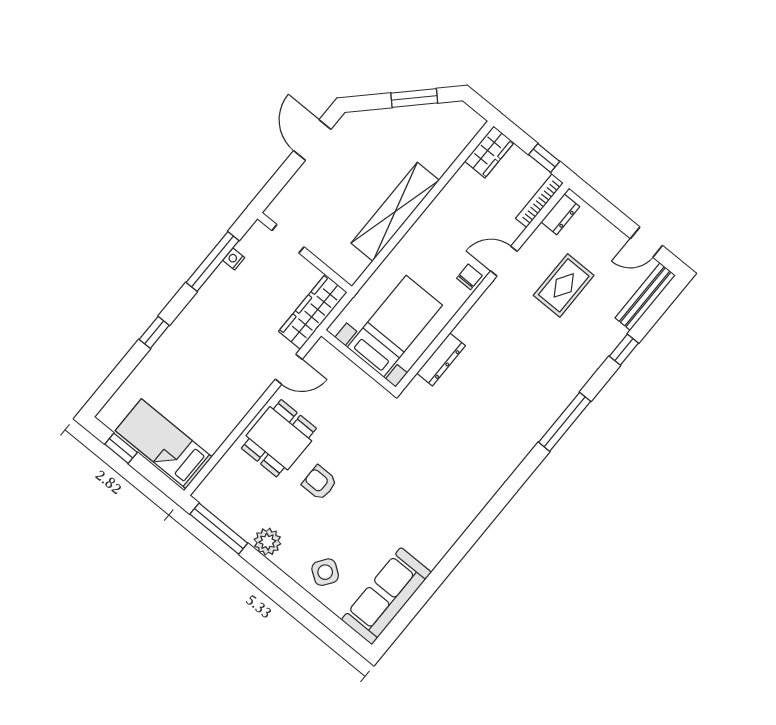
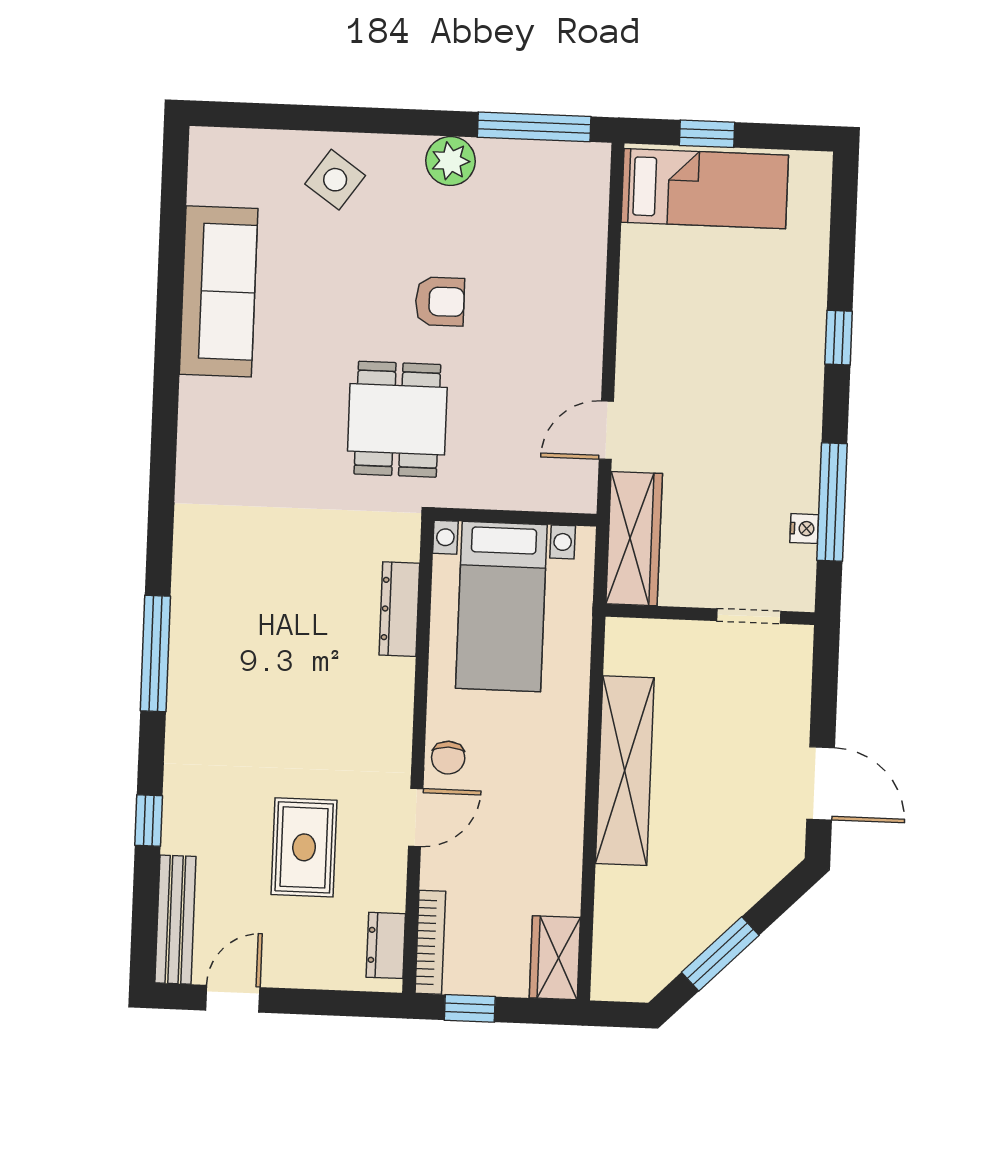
dining table: (279, 438) -> (397, 419), moved
window: (121, 448) -> (707, 134), moved
sofa: (386, 596) -> (219, 291), moved

